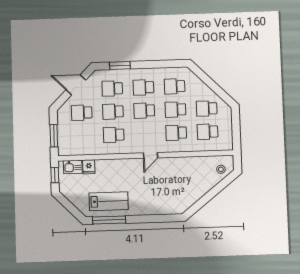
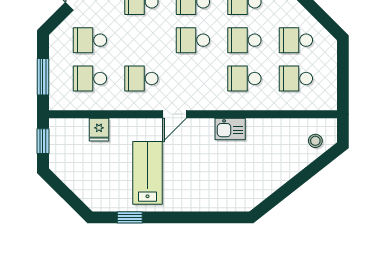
school desk: (113, 112) -> (90, 78), moved
door: (150, 155) -> (174, 114), moved
kitchen sink: (73, 167) -> (230, 129), moved
lab bench: (109, 201) -> (147, 173), moved, turned -90
window: (109, 220) -> (130, 217), width x0.46

